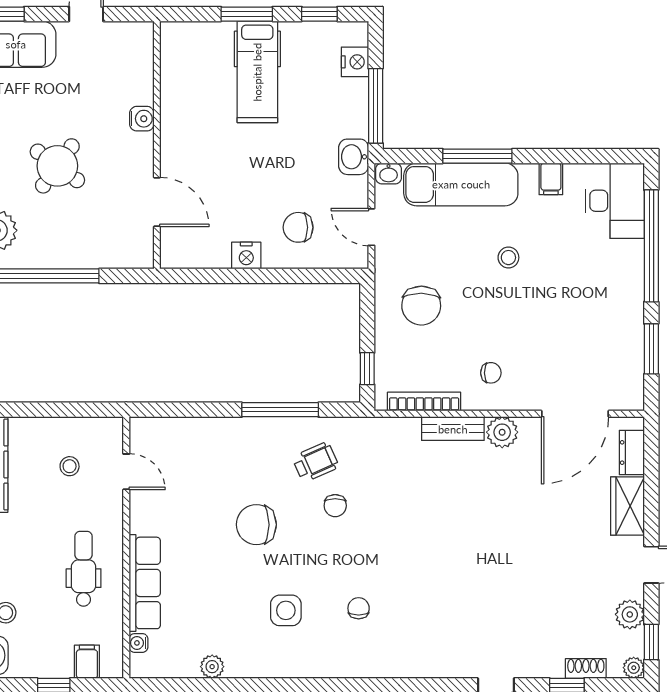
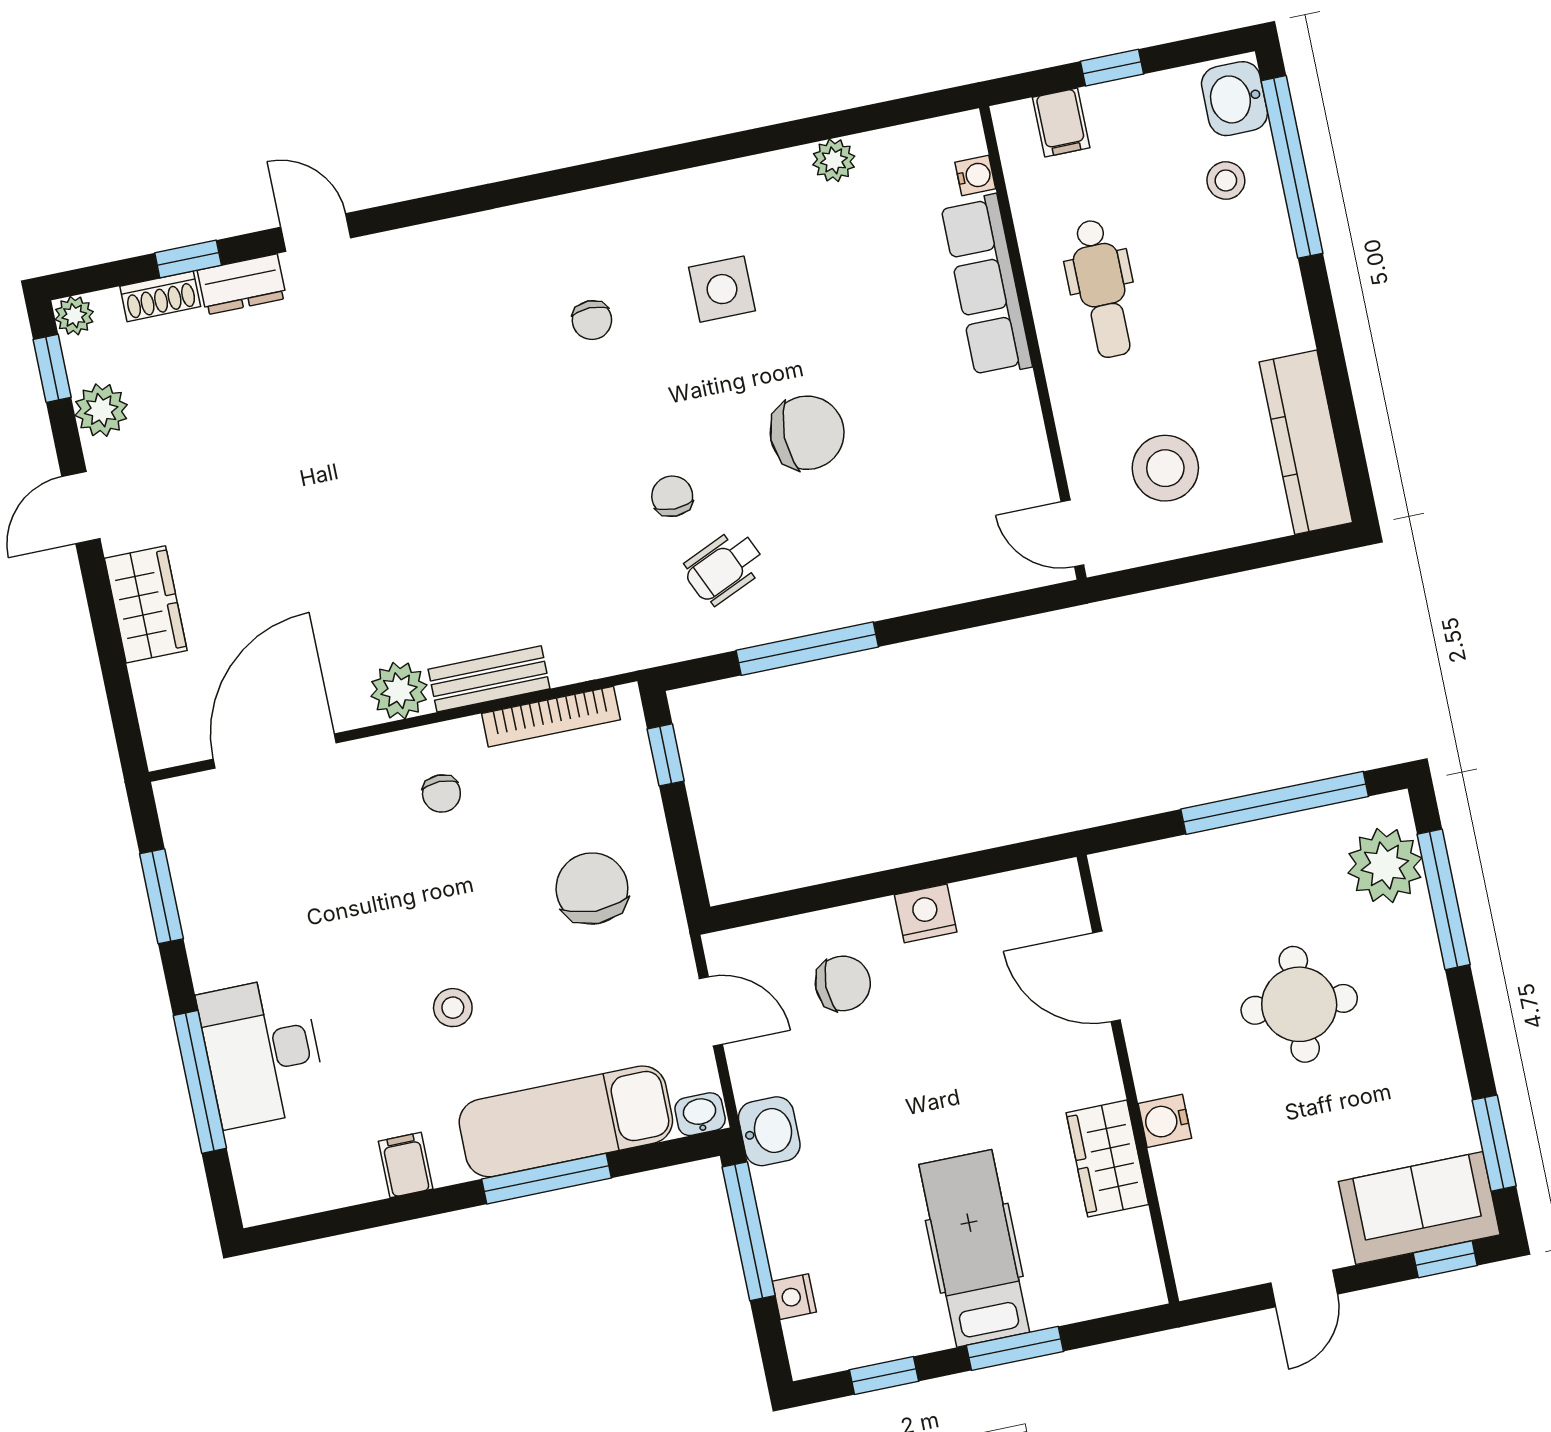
nightstand: (355, 62) -> (794, 1297), width x0.72, depth x0.74
wardrobe: (177, 105) -> (1107, 1159), added
round table: (57, 166) -> (1299, 1004), turned -32
desk: (615, 201) -> (262, 1052), moved
window: (651, 246) -> (200, 1082), width x0.68
chair: (491, 373) -> (441, 793), turned -90
dresser: (632, 453) -> (242, 284), moved, turned 90
stool: (70, 466) -> (1165, 468), width x1.89, depth x1.89
door: (126, 472) -> (1072, 533), moved

